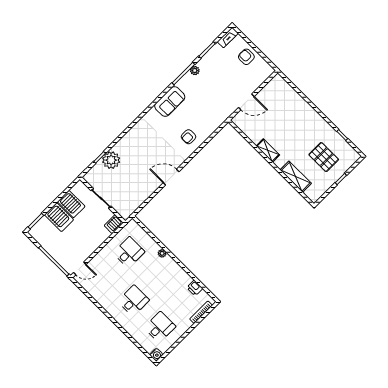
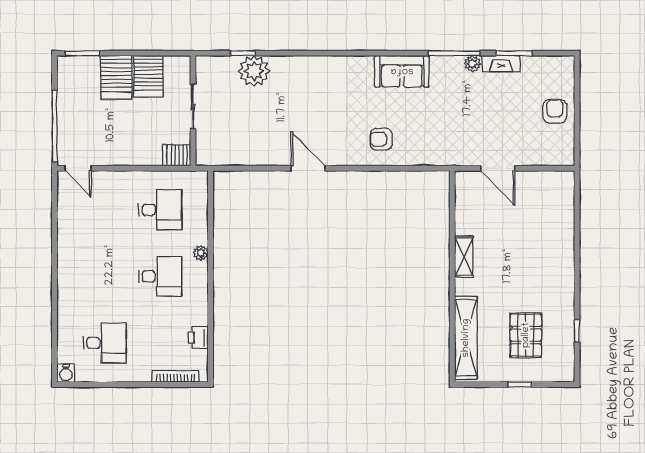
fireplace: (228, 37) -> (501, 64), moved
shelving: (296, 177) -> (466, 338), width x1.47
desk: (133, 301) -> (160, 276), moved

